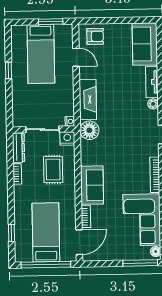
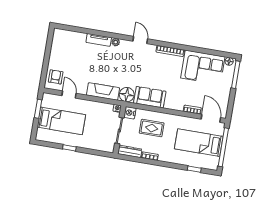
sofa: (145, 44) -> (69, 40), removed
door: (76, 57) -> (69, 94), hinge flipped
sofa: (92, 185) -> (150, 97), moved

